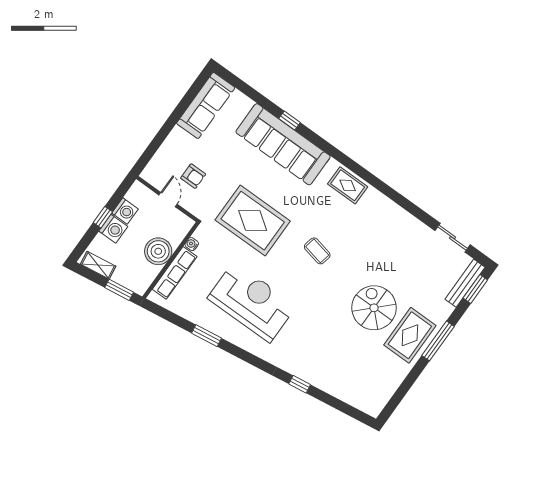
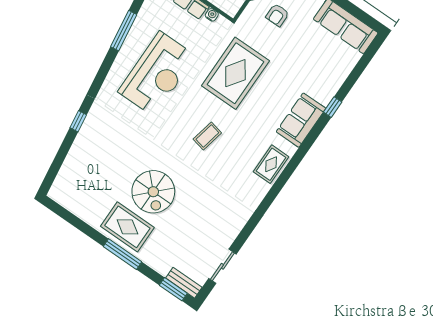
sofa: (283, 144) -> (301, 120), width x0.54, depth x0.79
bench: (465, 283) -> (184, 283), width x0.73
spiral stairs: (374, 308) -> (153, 192), turned 90
window: (207, 336) -> (124, 31), width x1.44

